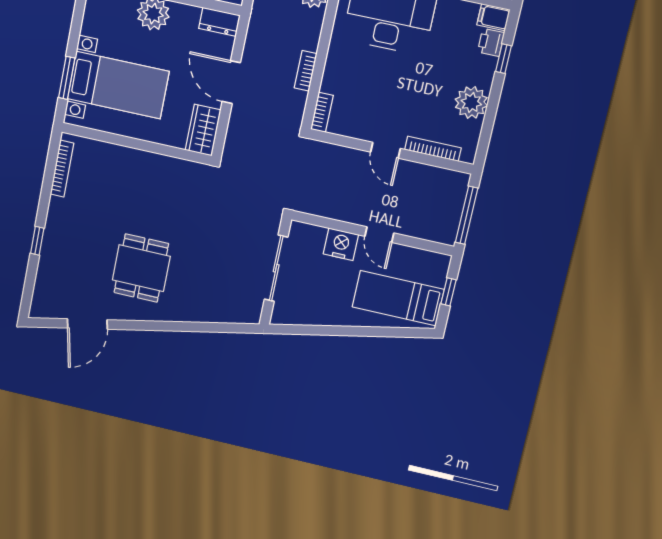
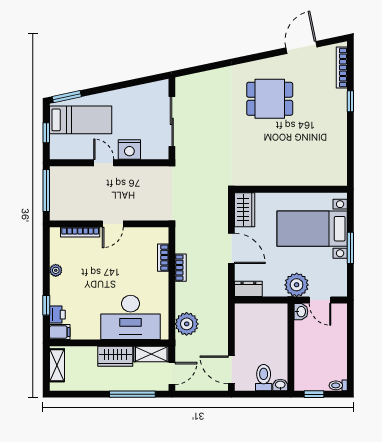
window: (67, 78) -> (350, 248), moved
plant: (471, 103) -> (56, 270), width x0.53, depth x0.53
bookcase: (322, 112) -> (163, 258), moved
door: (386, 150) -> (113, 224), swing flipped
bookcase: (62, 169) -> (342, 68), moved
dining table: (141, 268) -> (270, 99), turned 90
window: (410, 333) -> (67, 97), added

